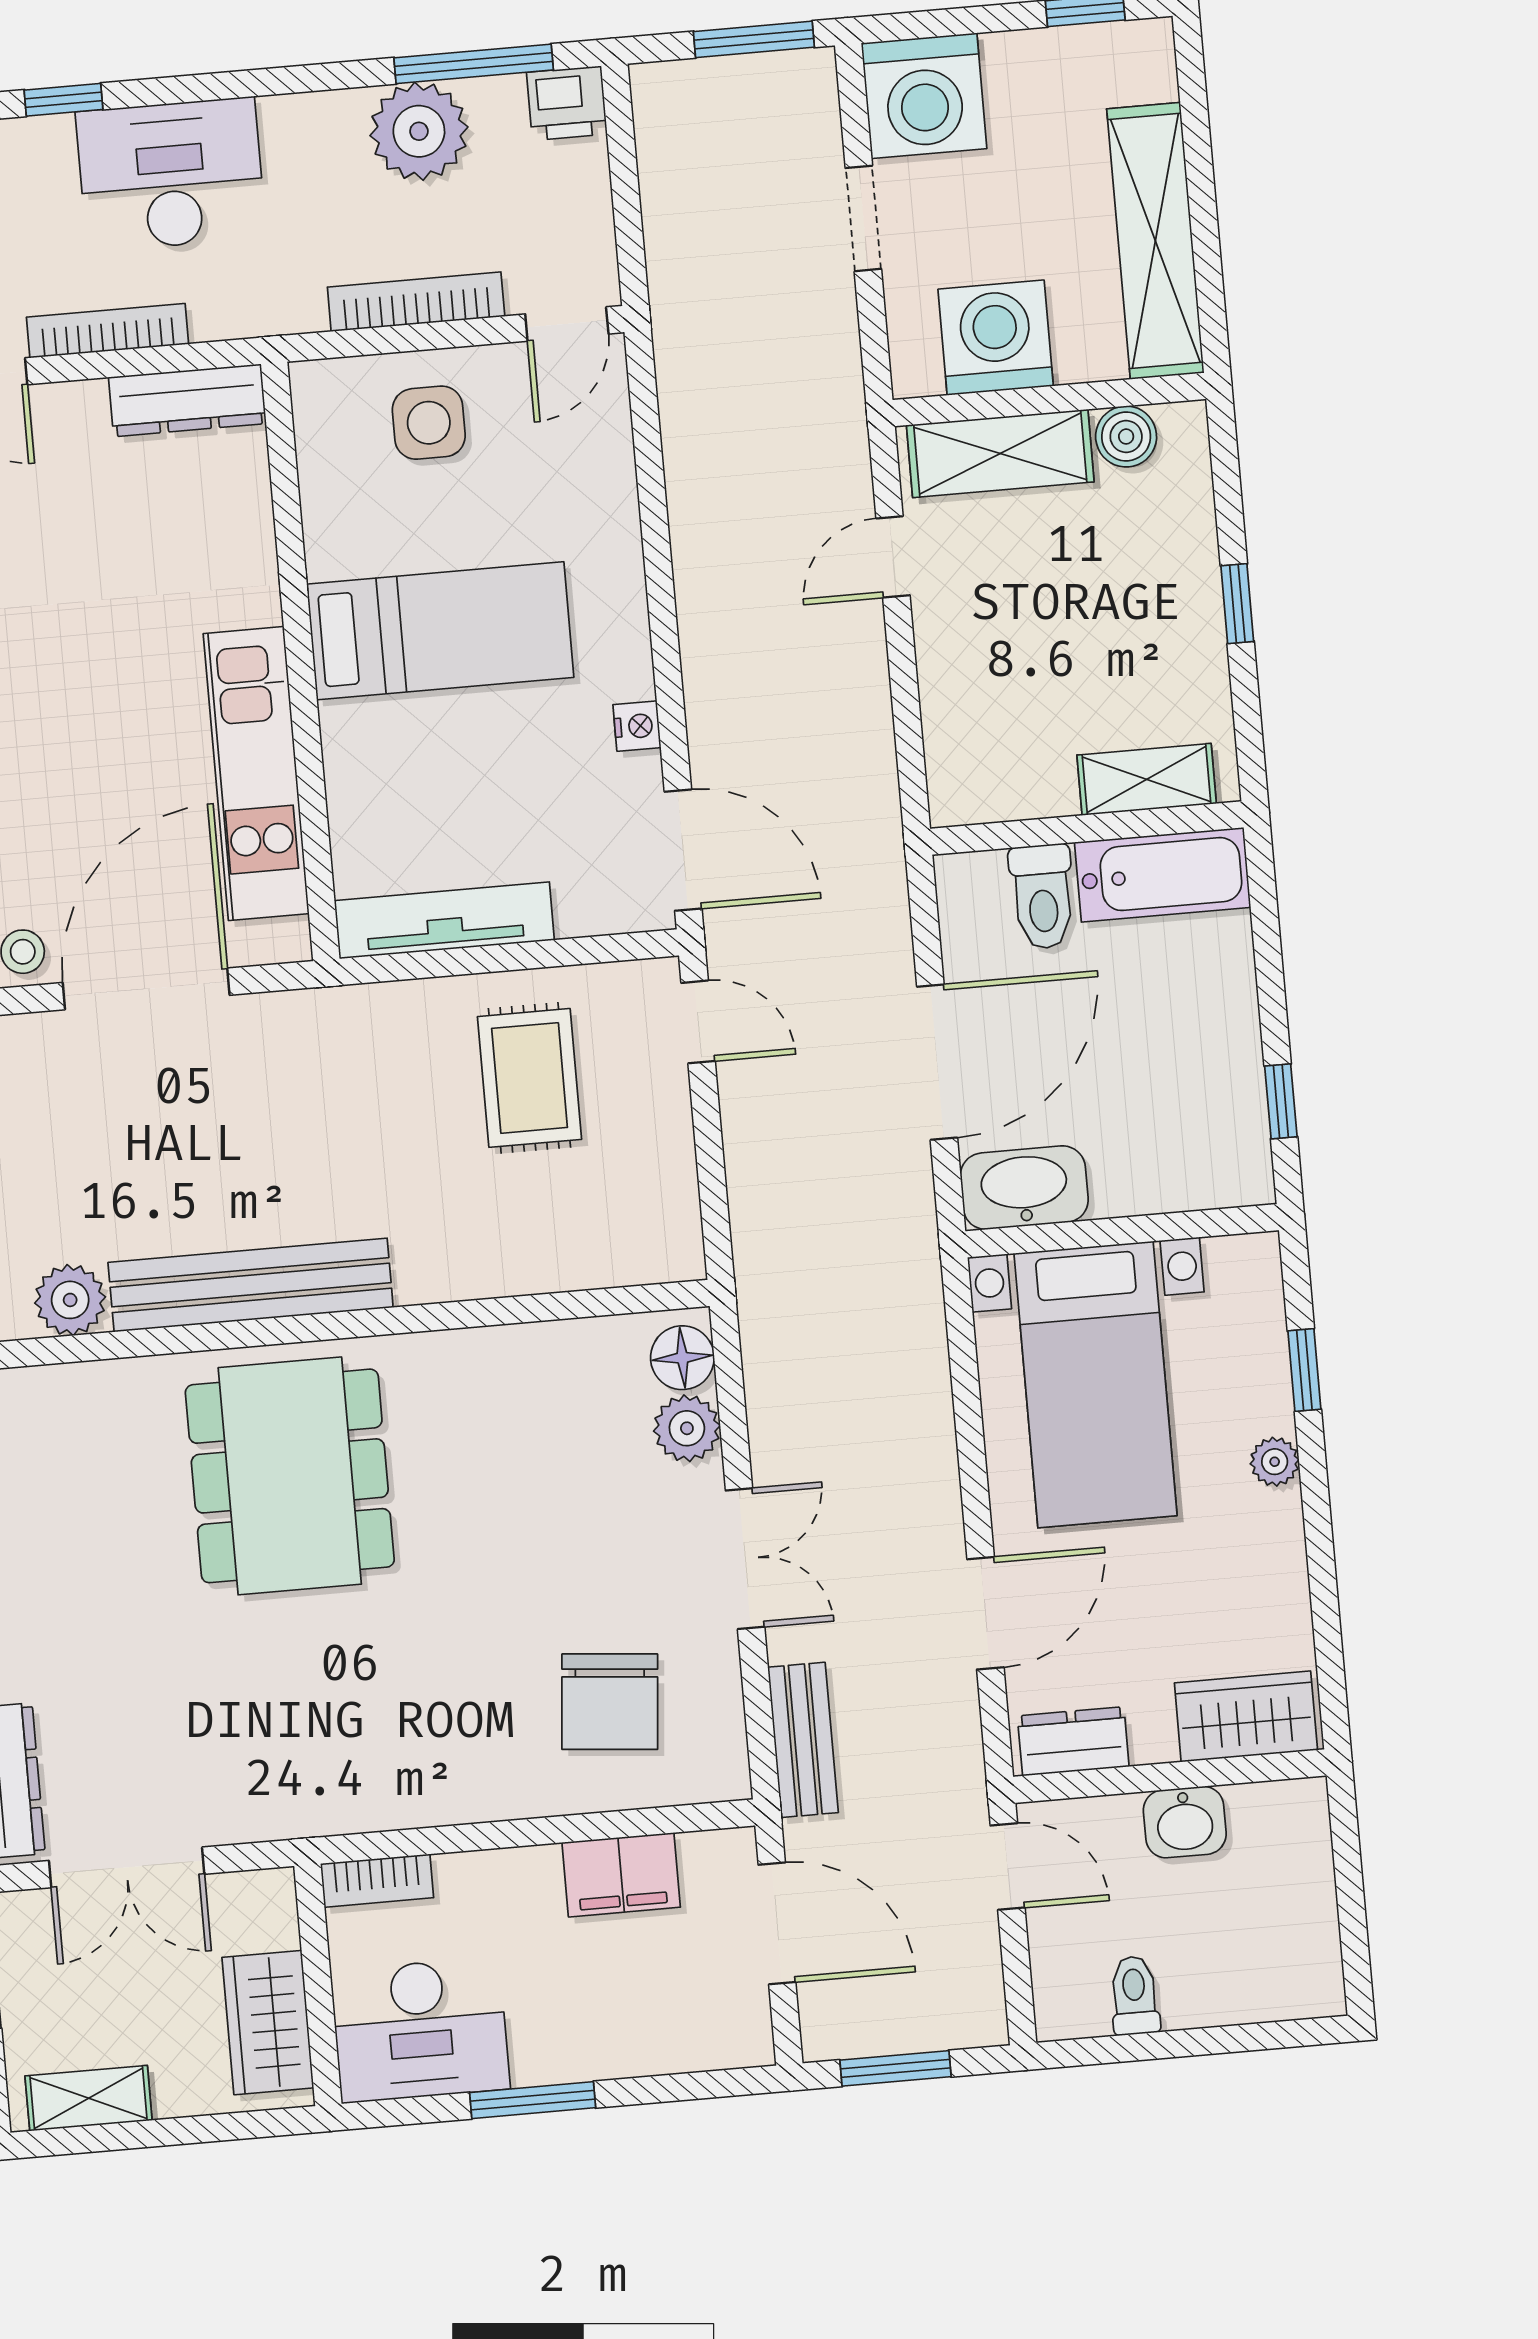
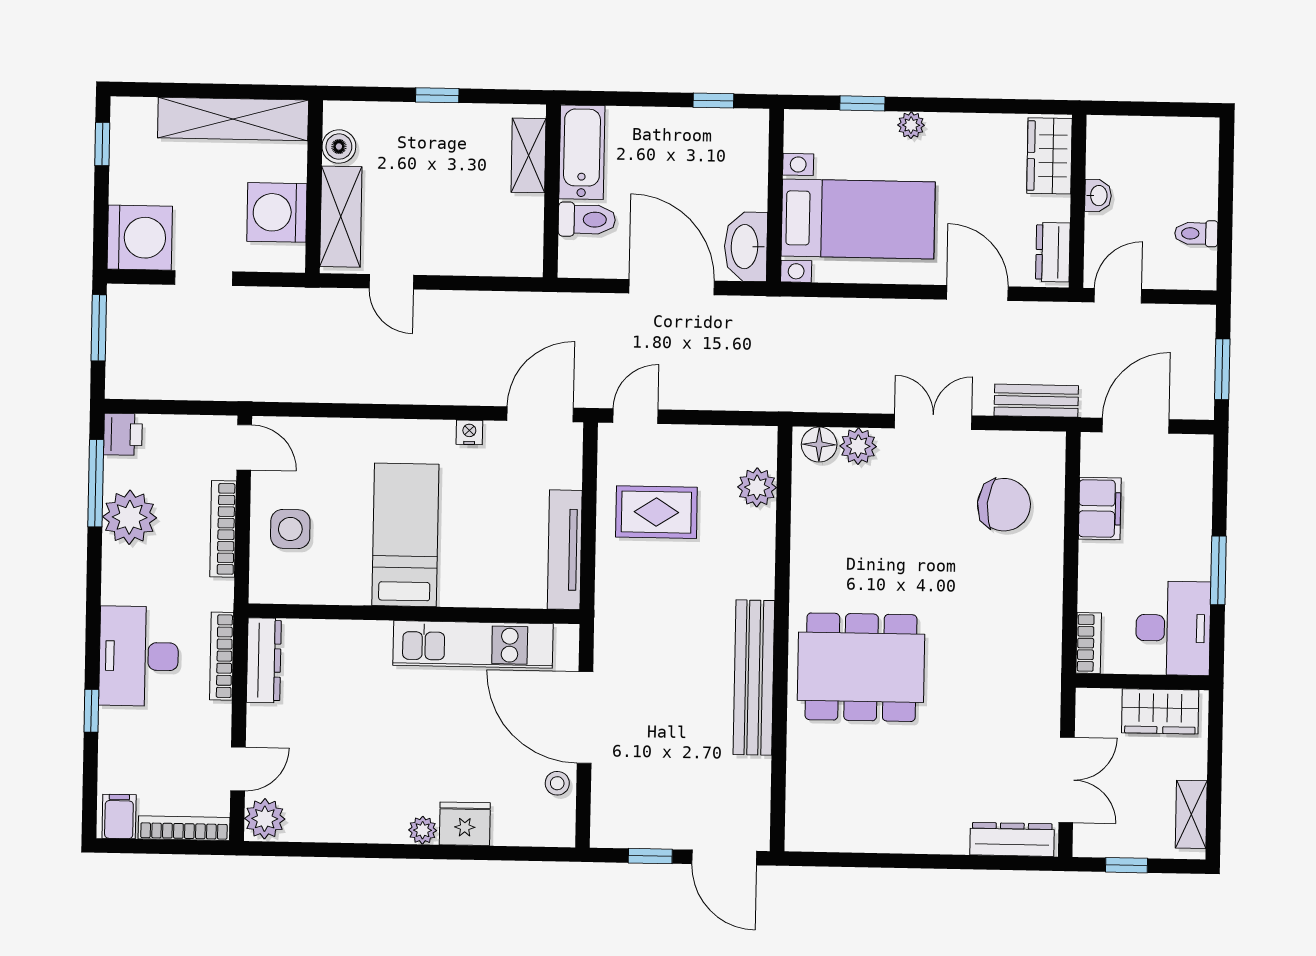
bookcase: (107, 331) -> (222, 656), moved
plant: (70, 1300) -> (757, 487), moved
washbasin: (1185, 1822) -> (1098, 196), width x0.72, depth x0.69

